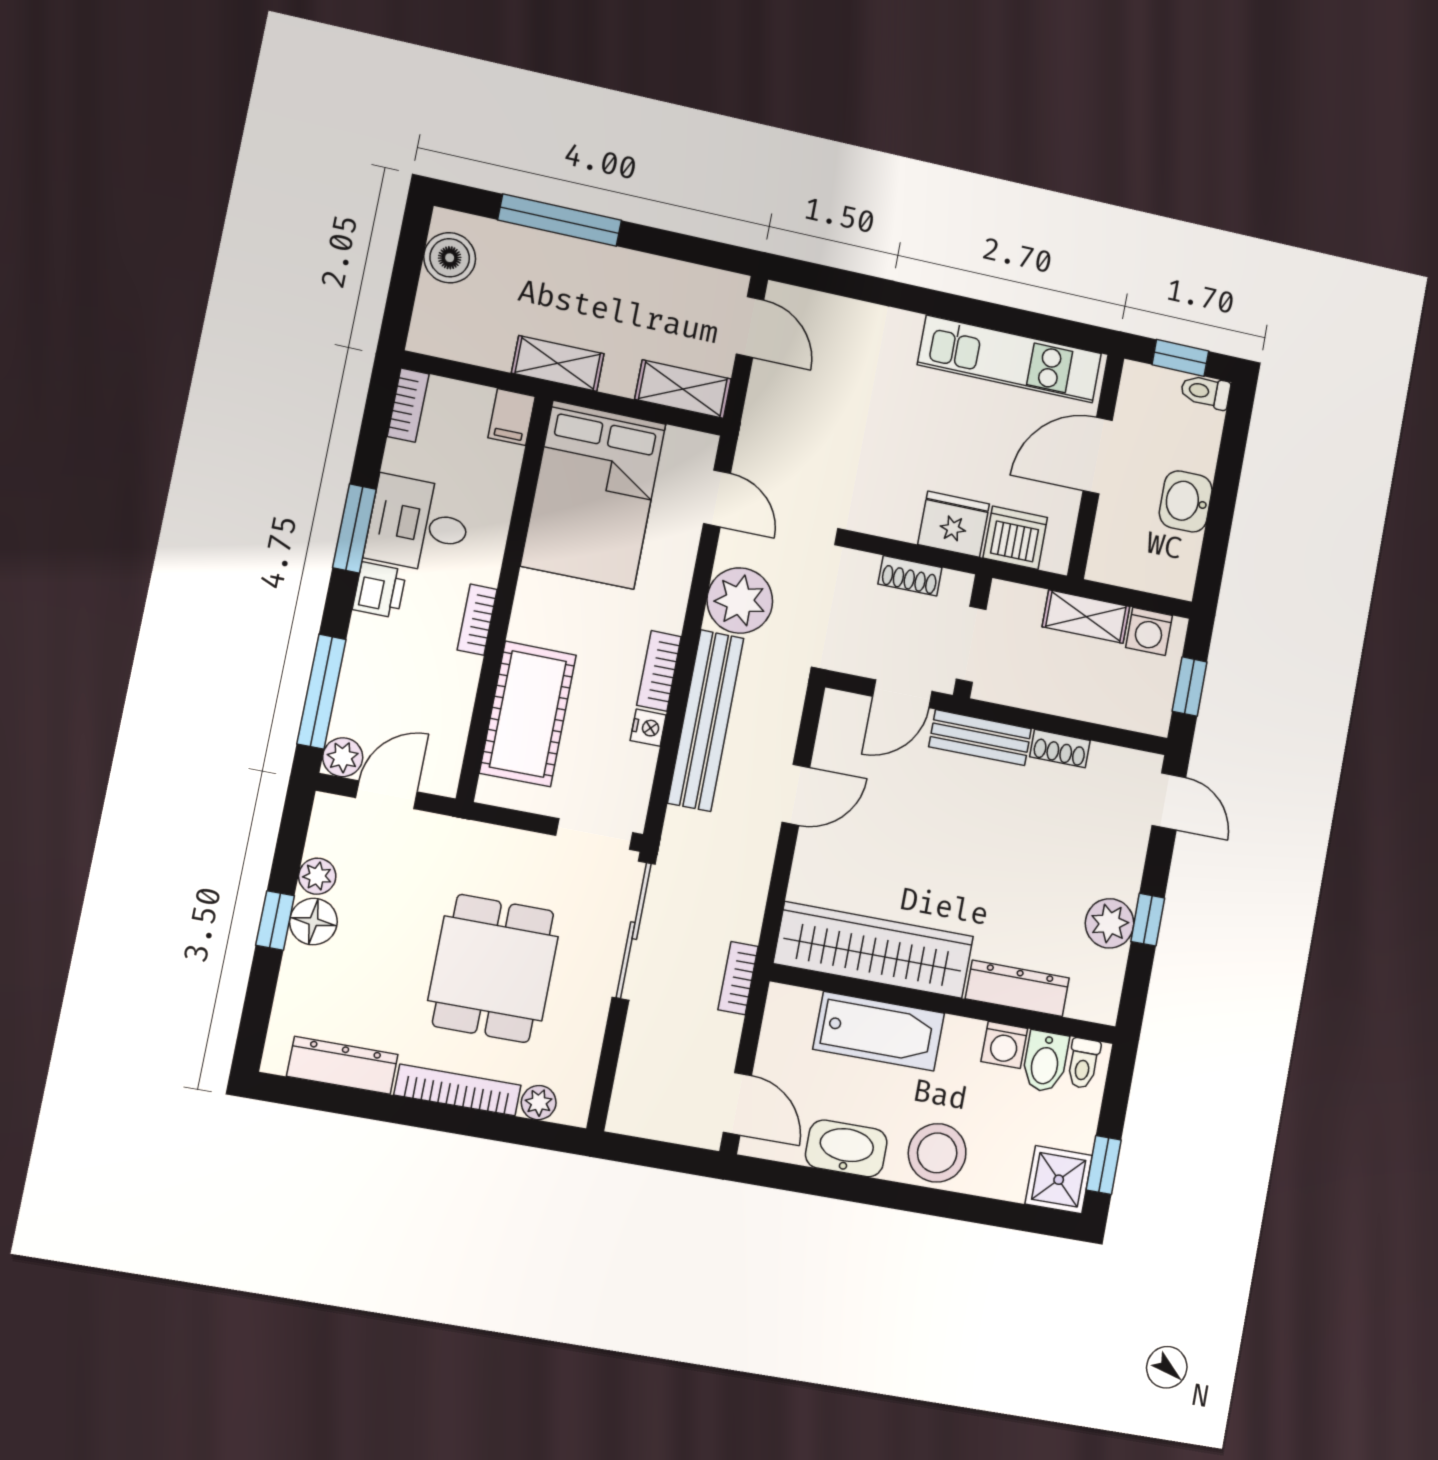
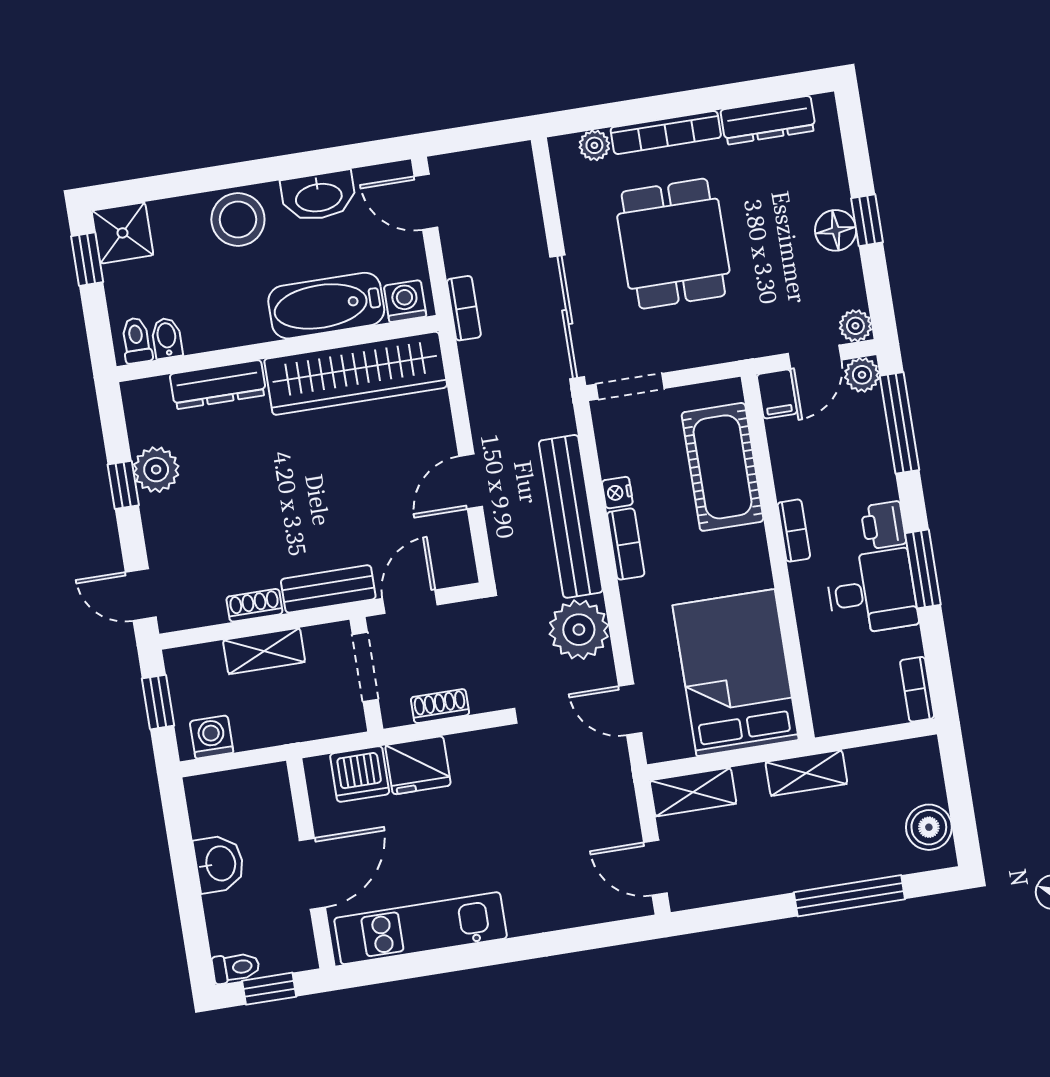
filing cabinet: (512, 417) -> (777, 394), moved, turned 180
shelving: (1086, 617) -> (264, 651), moved
plant: (317, 876) -> (855, 326), moved
washing machine: (1004, 1045) -> (405, 301), moved
bidet: (1045, 1062) -> (167, 338), width x0.72, depth x0.74

